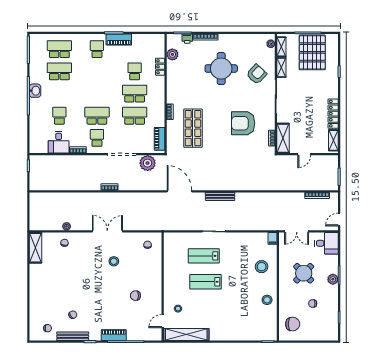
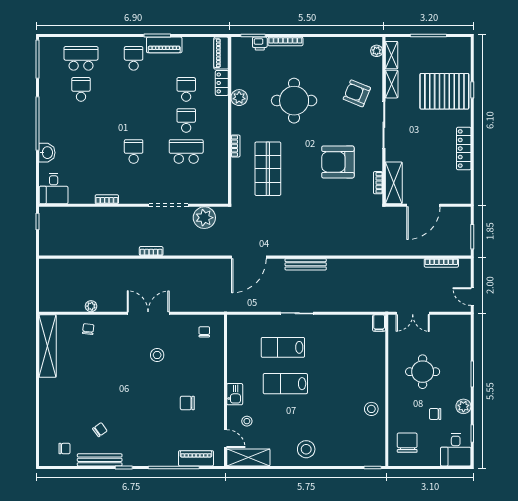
pallet: (312, 52) -> (444, 91), moved, turned 90
plant: (172, 54) -> (239, 98), moved
round table: (221, 69) -> (294, 101), moved
school desk: (59, 71) -> (81, 89), width x0.54
armchair: (257, 74) -> (357, 93), turned -111
washbasin: (35, 91) -> (47, 153), moved
school desk: (135, 94) -> (186, 120), width x0.54
school desk: (59, 116) -> (81, 151), removed
school desk: (97, 116) -> (134, 151), width x0.54
school desk: (97, 138) -> (134, 183), removed
piano: (160, 139) -> (221, 53), moved
shelving: (333, 140) -> (464, 186), removed
desk: (59, 142) -> (54, 189), moved
door: (304, 154) -> (423, 205), width x1.88
door: (179, 191) -> (249, 257), swing flipped
door: (339, 220) -> (472, 297), hinge flipped
desk: (327, 243) -> (456, 450), moved, turned 90
shelving: (35, 248) -> (48, 346), width x1.47
stool: (262, 267) -> (306, 449), moved
round table: (304, 273) -> (423, 372), turned 45
plant: (333, 279) -> (463, 406), moved
kitchen sink: (169, 289) -> (235, 394), added
door: (163, 321) -> (225, 439), swing flipped
chair: (293, 324) -> (407, 443), turned -90
piano: (114, 335) -> (196, 458), moved
shelving: (186, 335) -> (248, 457), width x0.68

